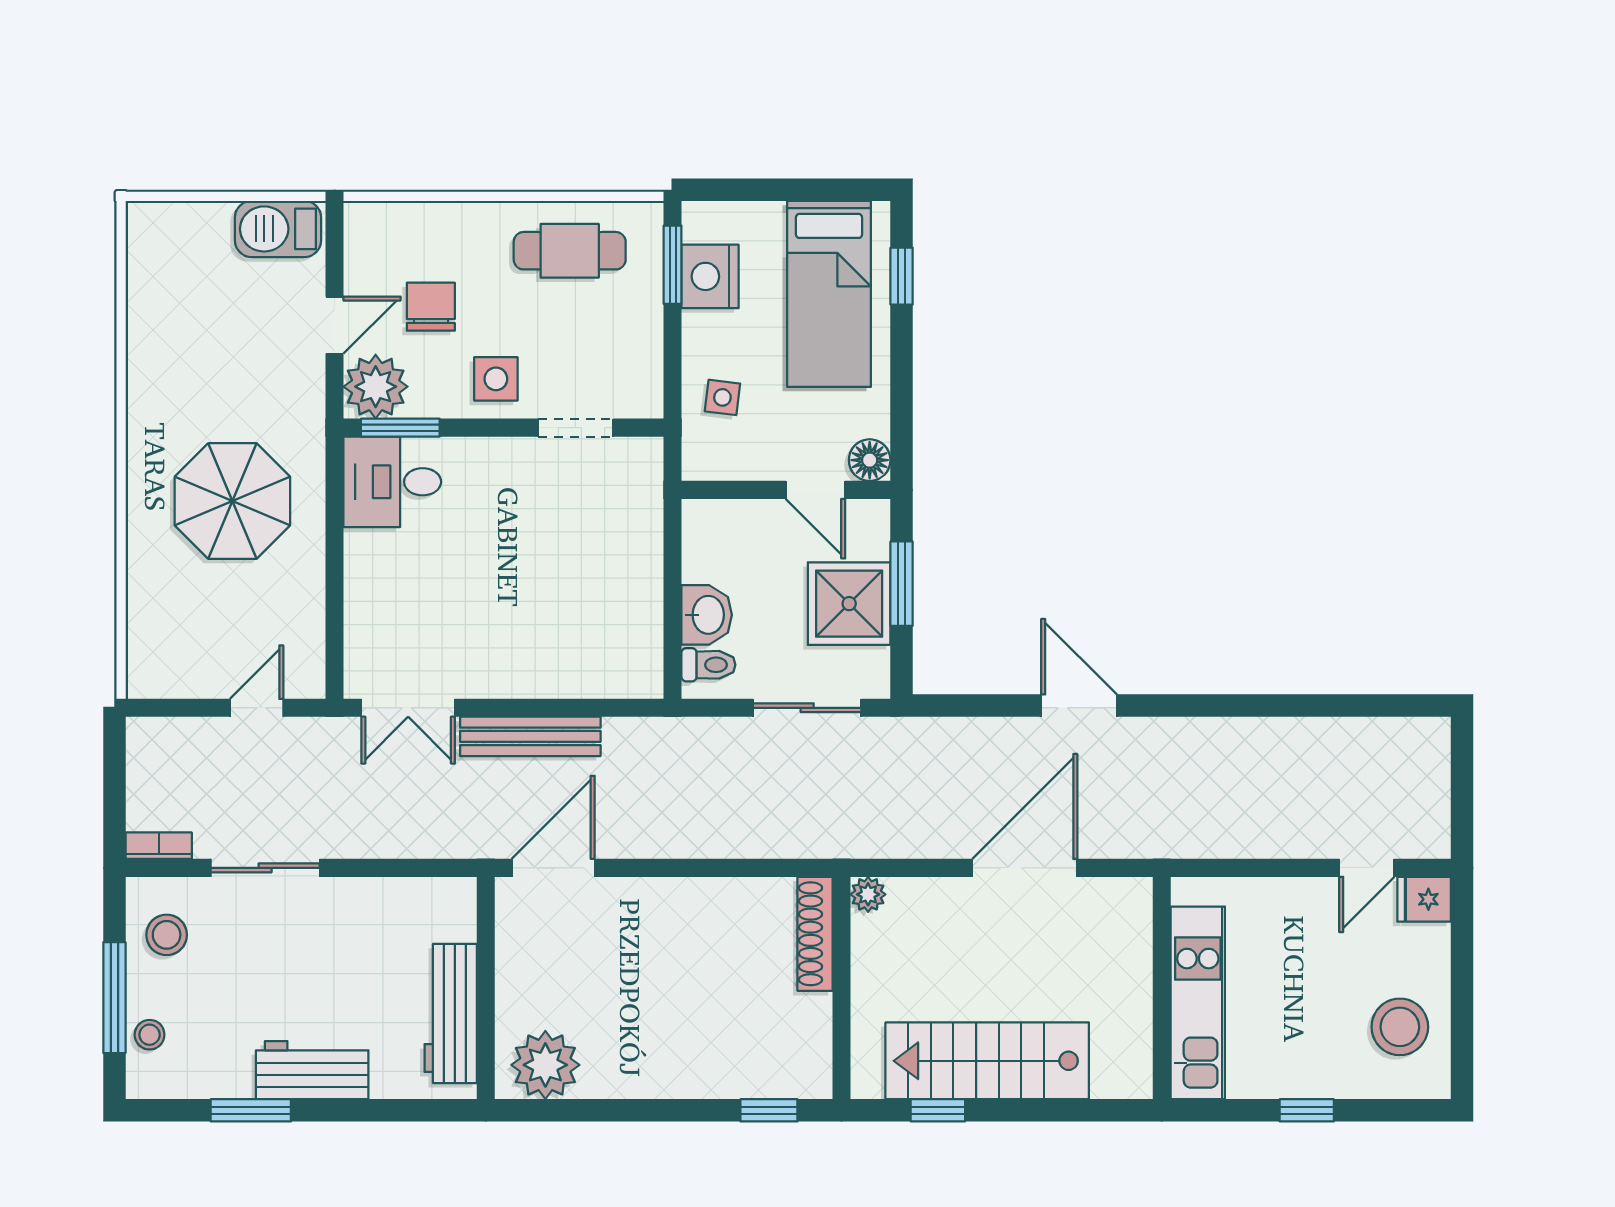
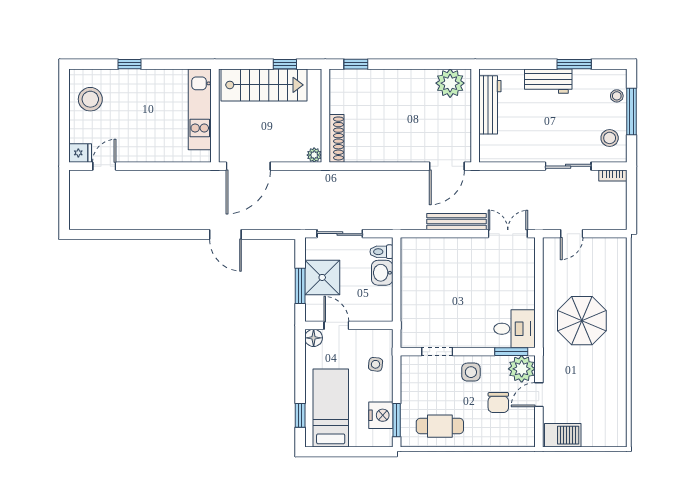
wall: (1162, 988) -> (215, 116), moved
kitchen unit: (1198, 1003) -> (200, 109), moved

